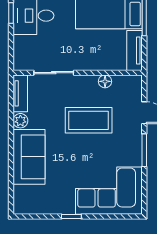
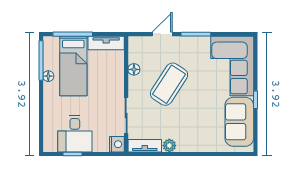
nightstand: (22, 62) -> (117, 144), added
coffee table: (89, 120) -> (169, 84), turned 33
sofa: (29, 157) -> (239, 122), moved, turned -90

